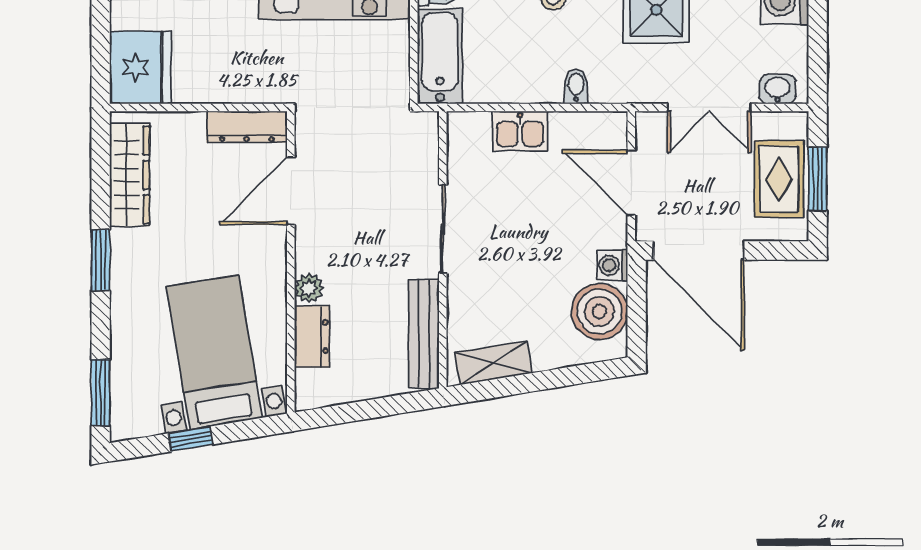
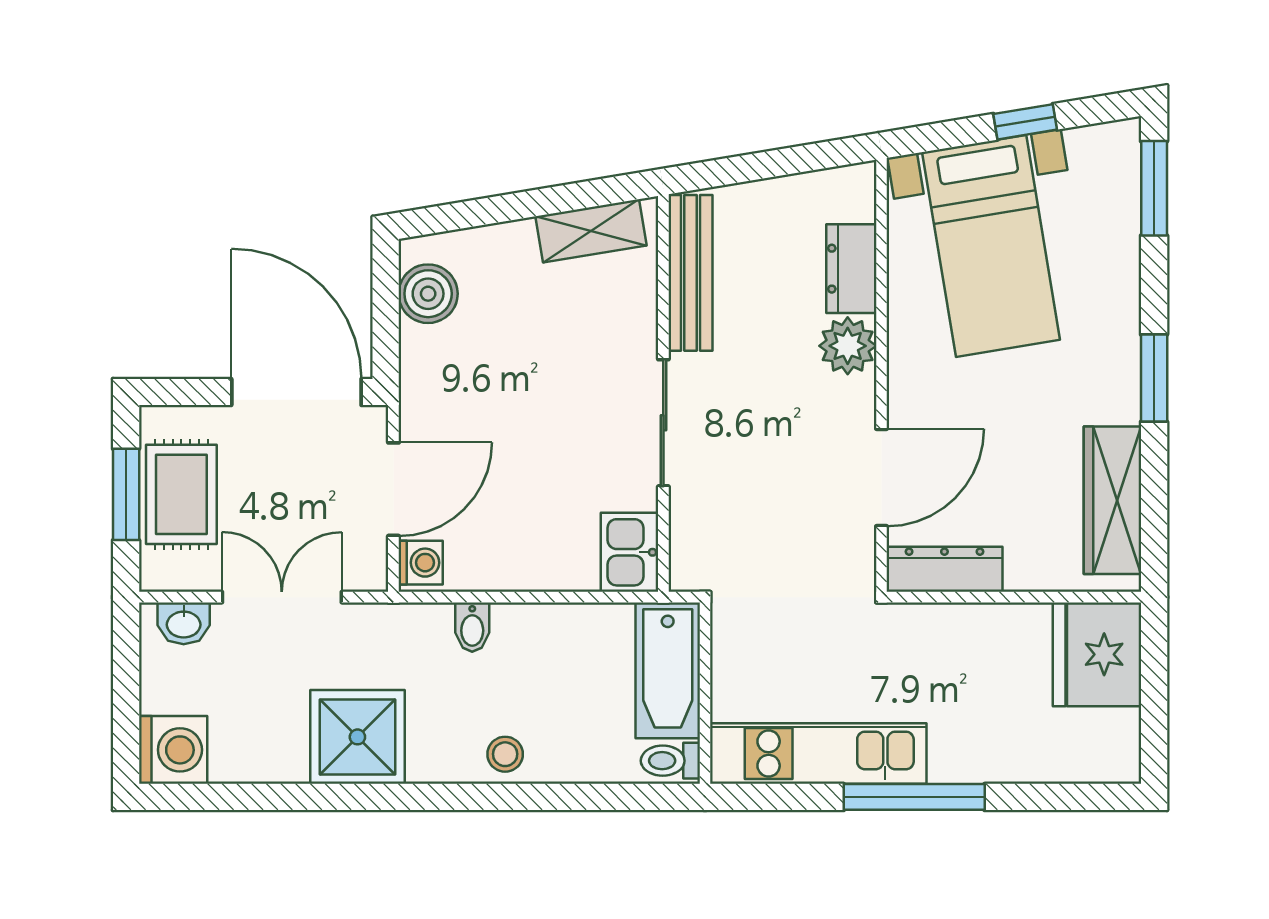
kitchen sink: (520, 131) -> (630, 552), moved, turned -90
door: (631, 183) -> (393, 489), hinge flipped
washing machine: (612, 265) -> (421, 563), moved
plant: (309, 288) -> (848, 346), width x1.38, depth x1.38
boiler: (599, 311) -> (428, 294), width x0.73, depth x0.73

